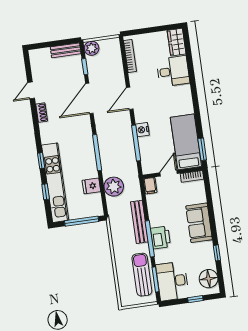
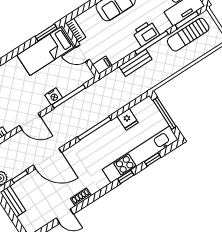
plant: (114, 187) -> (119, 98), removed
bench: (139, 222) -> (136, 63), width x0.73

